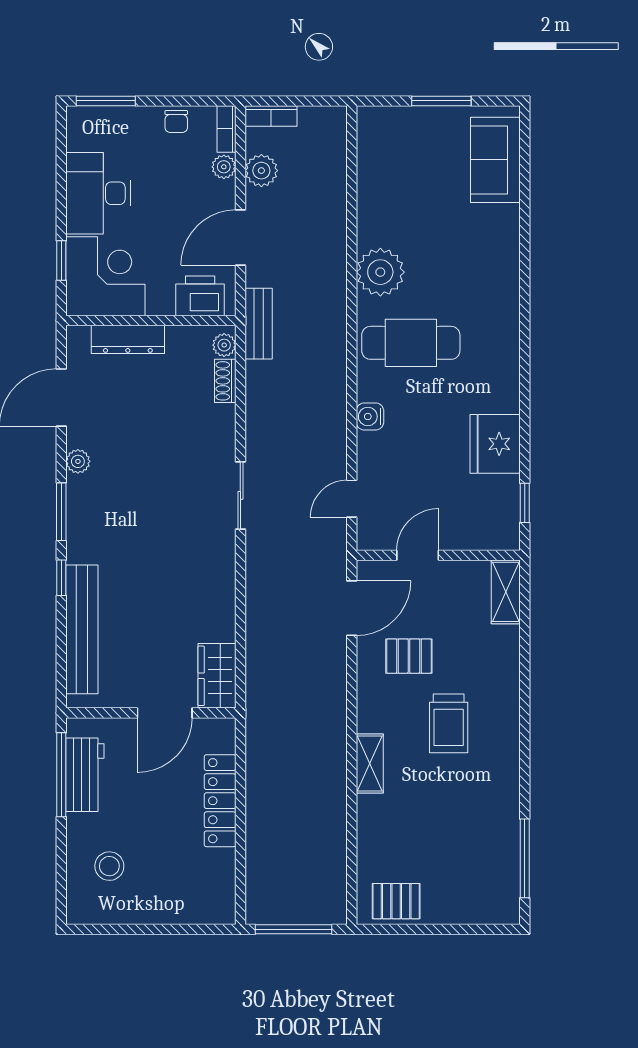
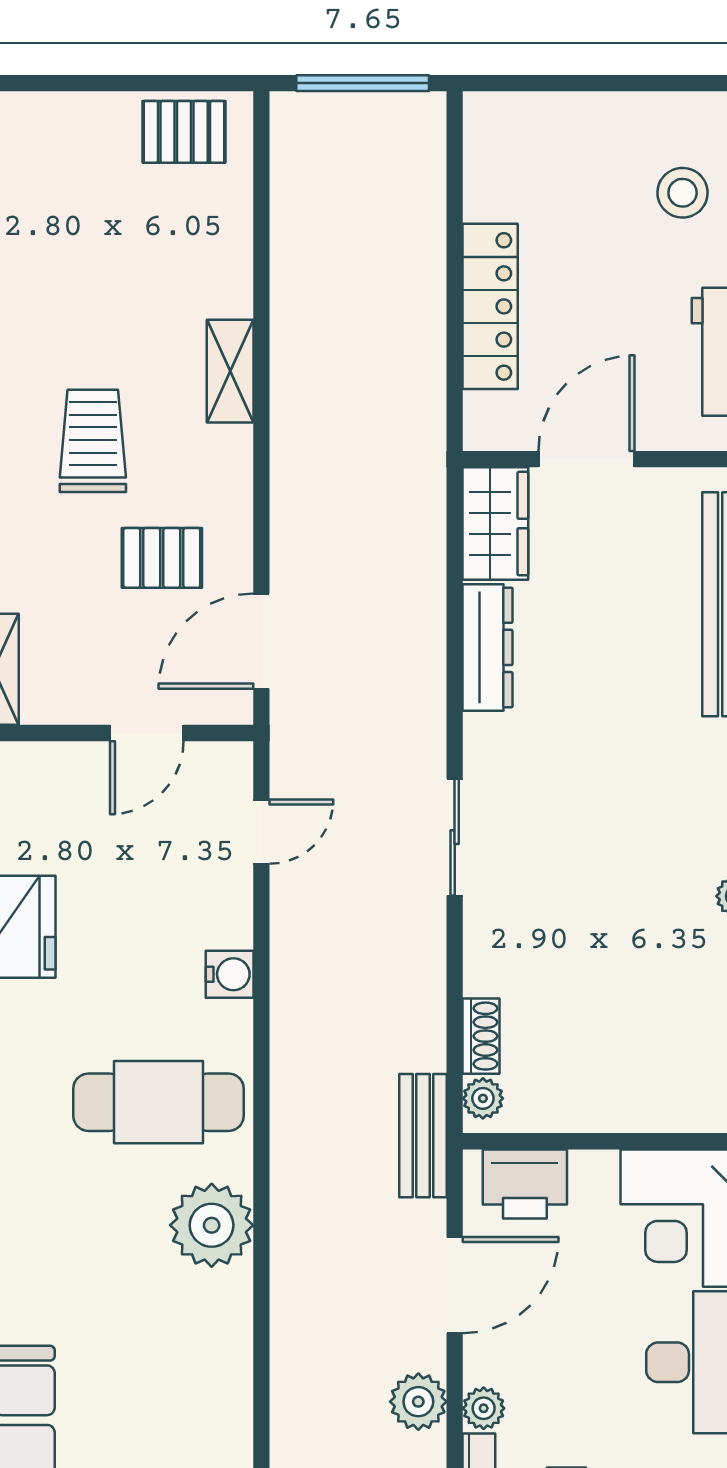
dresser: (128, 339) -> (488, 647), moved, turned 90

